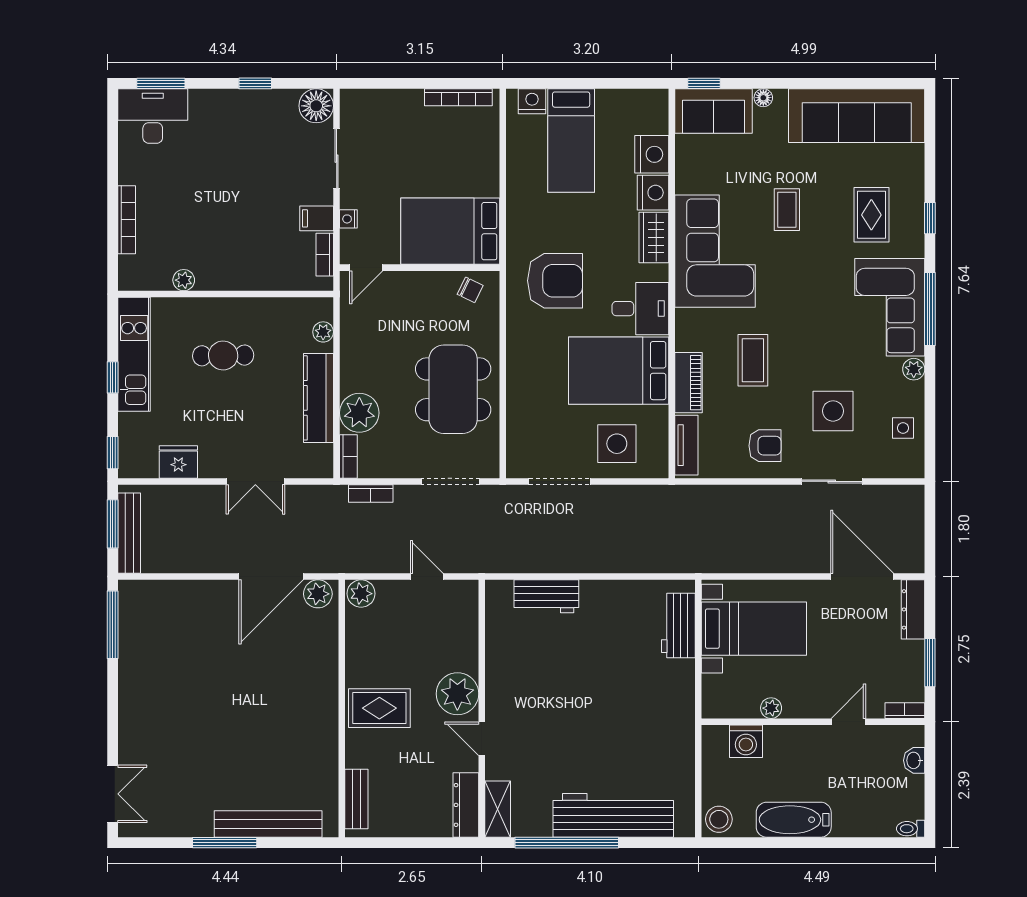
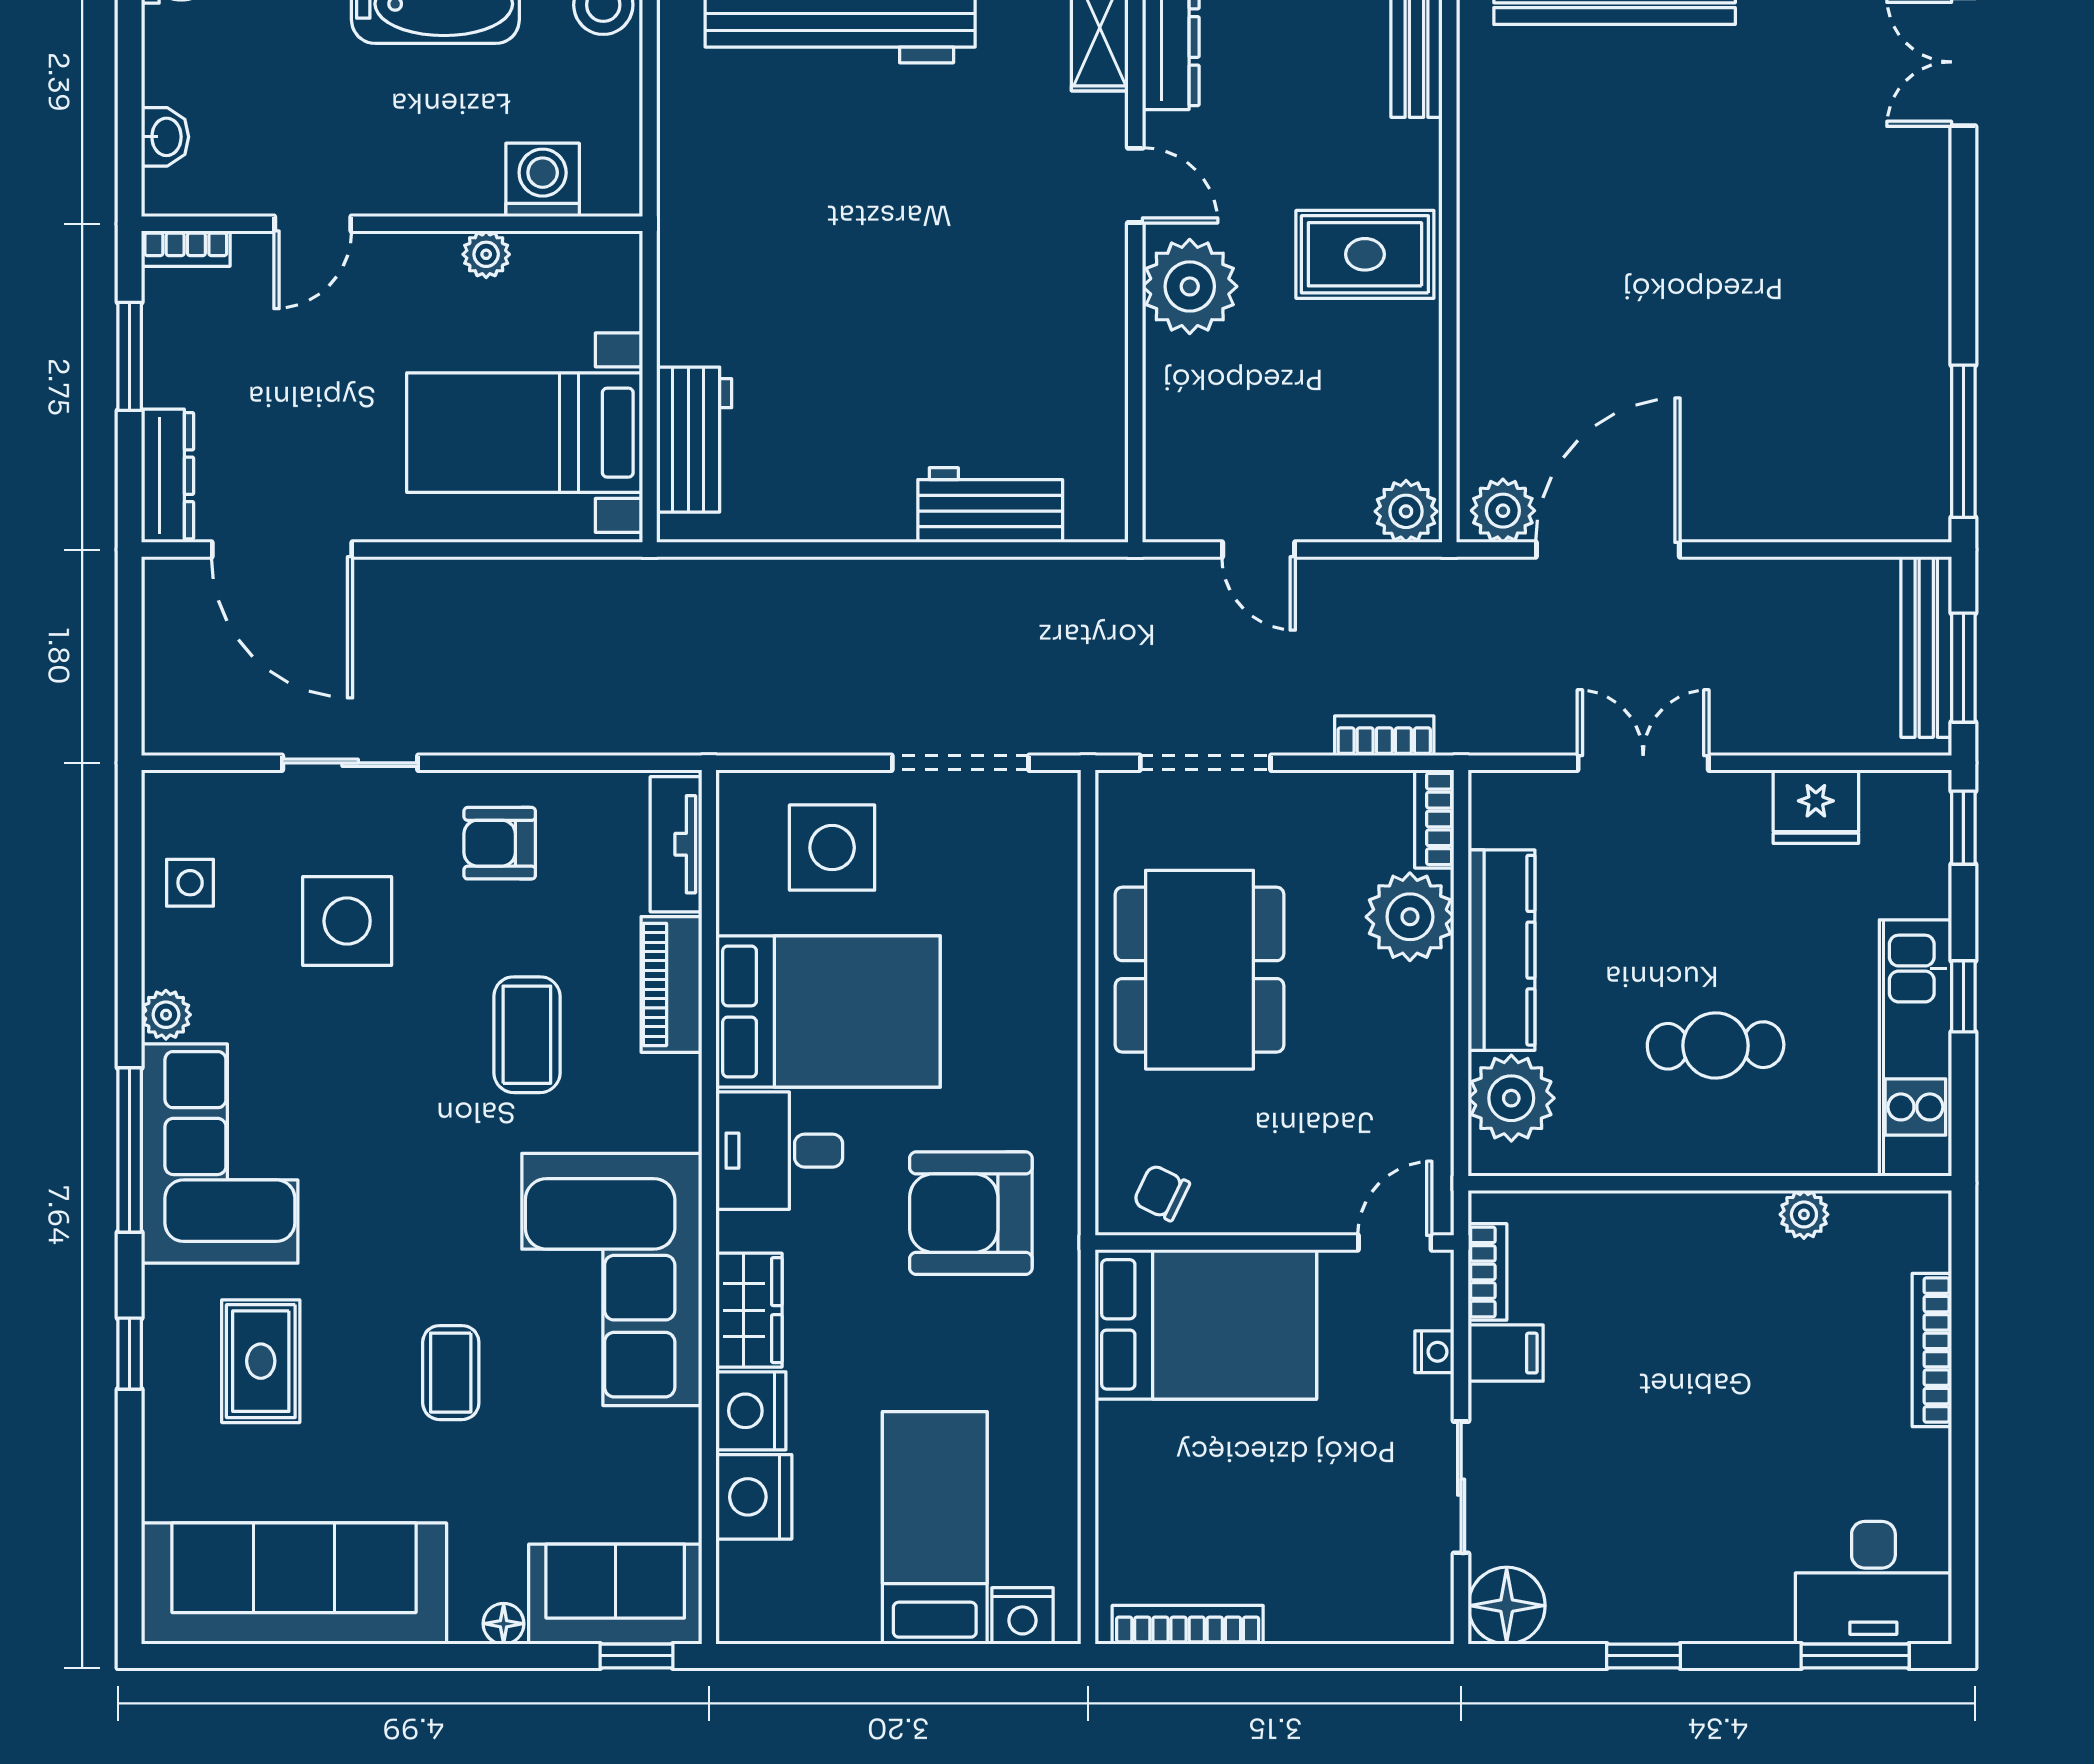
plant: (323, 332) -> (1511, 1098), width x1.87, depth x1.87

